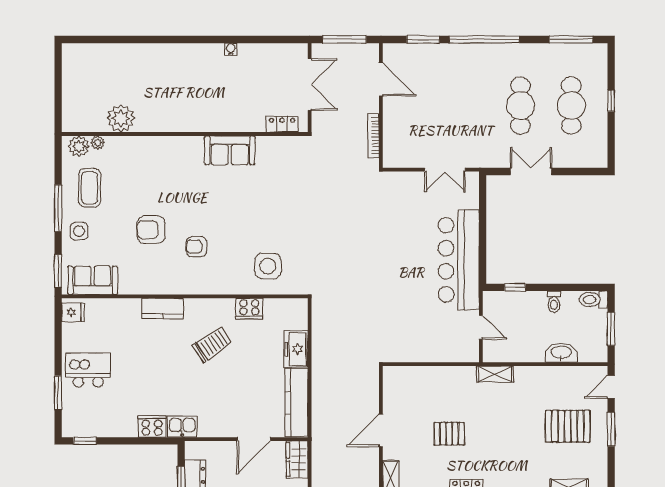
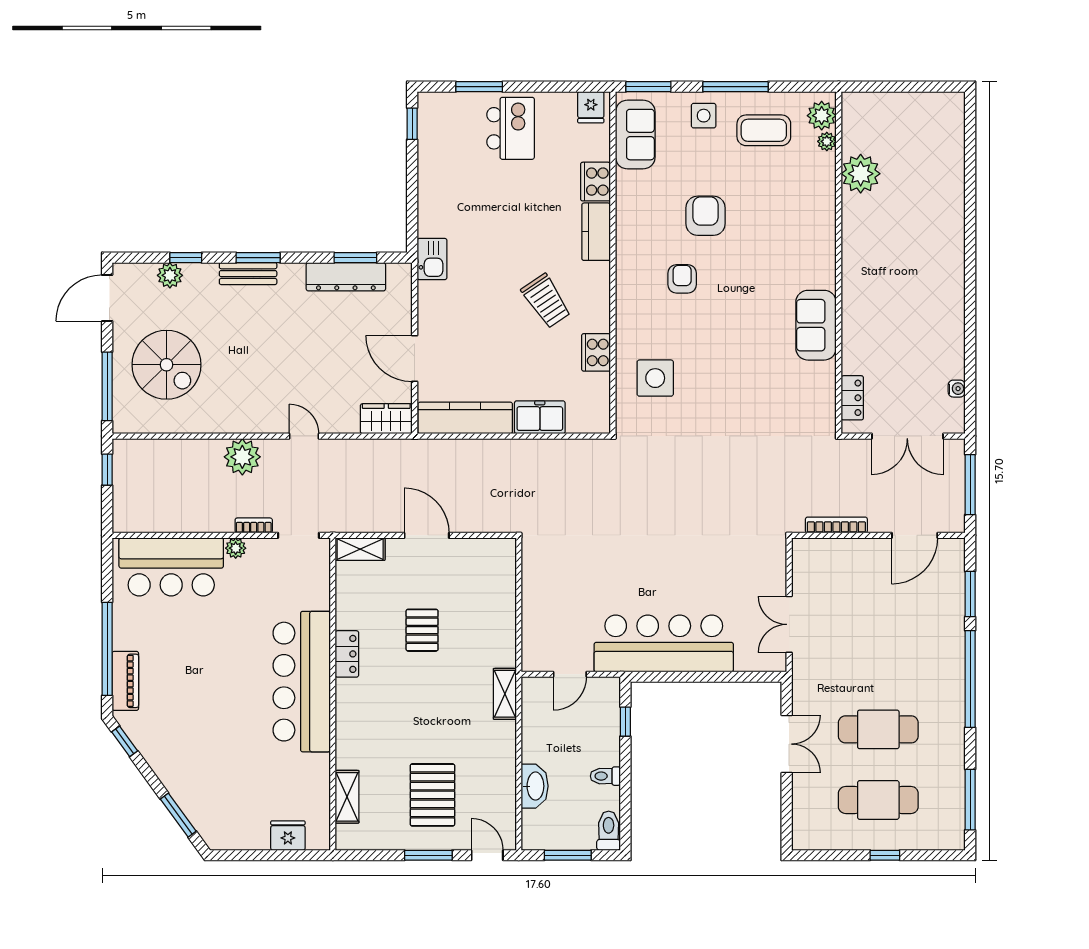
water cooler: (231, 49) -> (957, 389), moved
cooker: (152, 426) -> (596, 182), moved, turned 180

